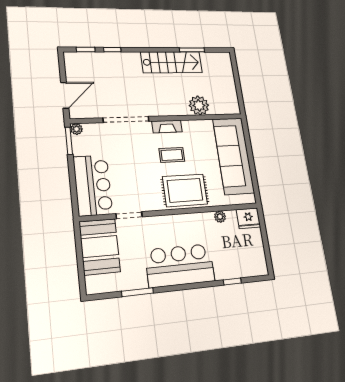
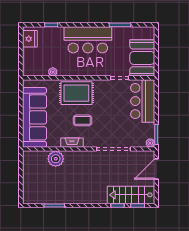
stairs: (172, 62) -> (131, 195), moved
fireplace: (167, 126) -> (72, 143), moved
fridge: (248, 218) -> (30, 39), moved, turned 90

